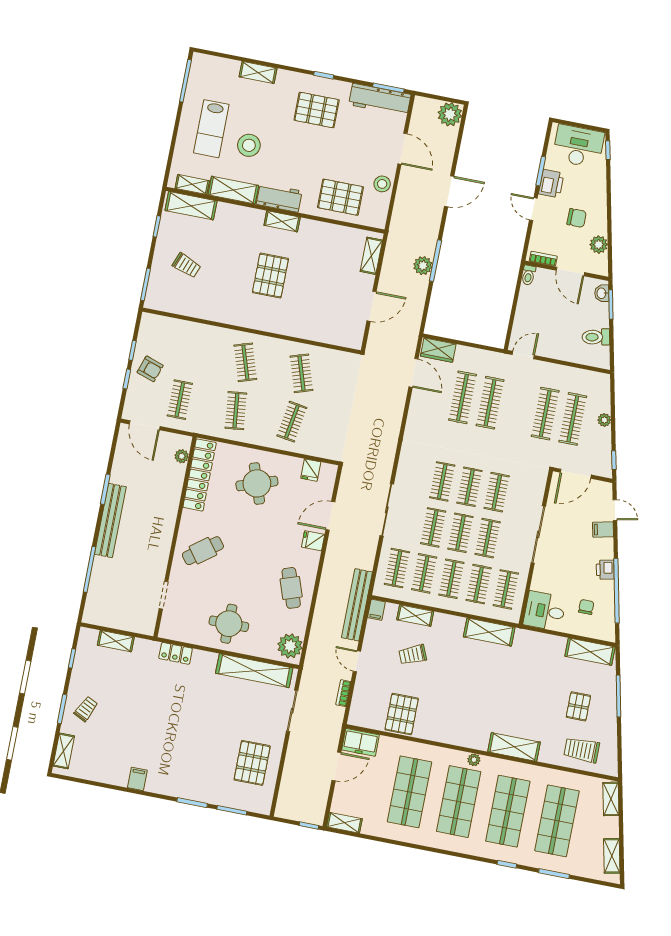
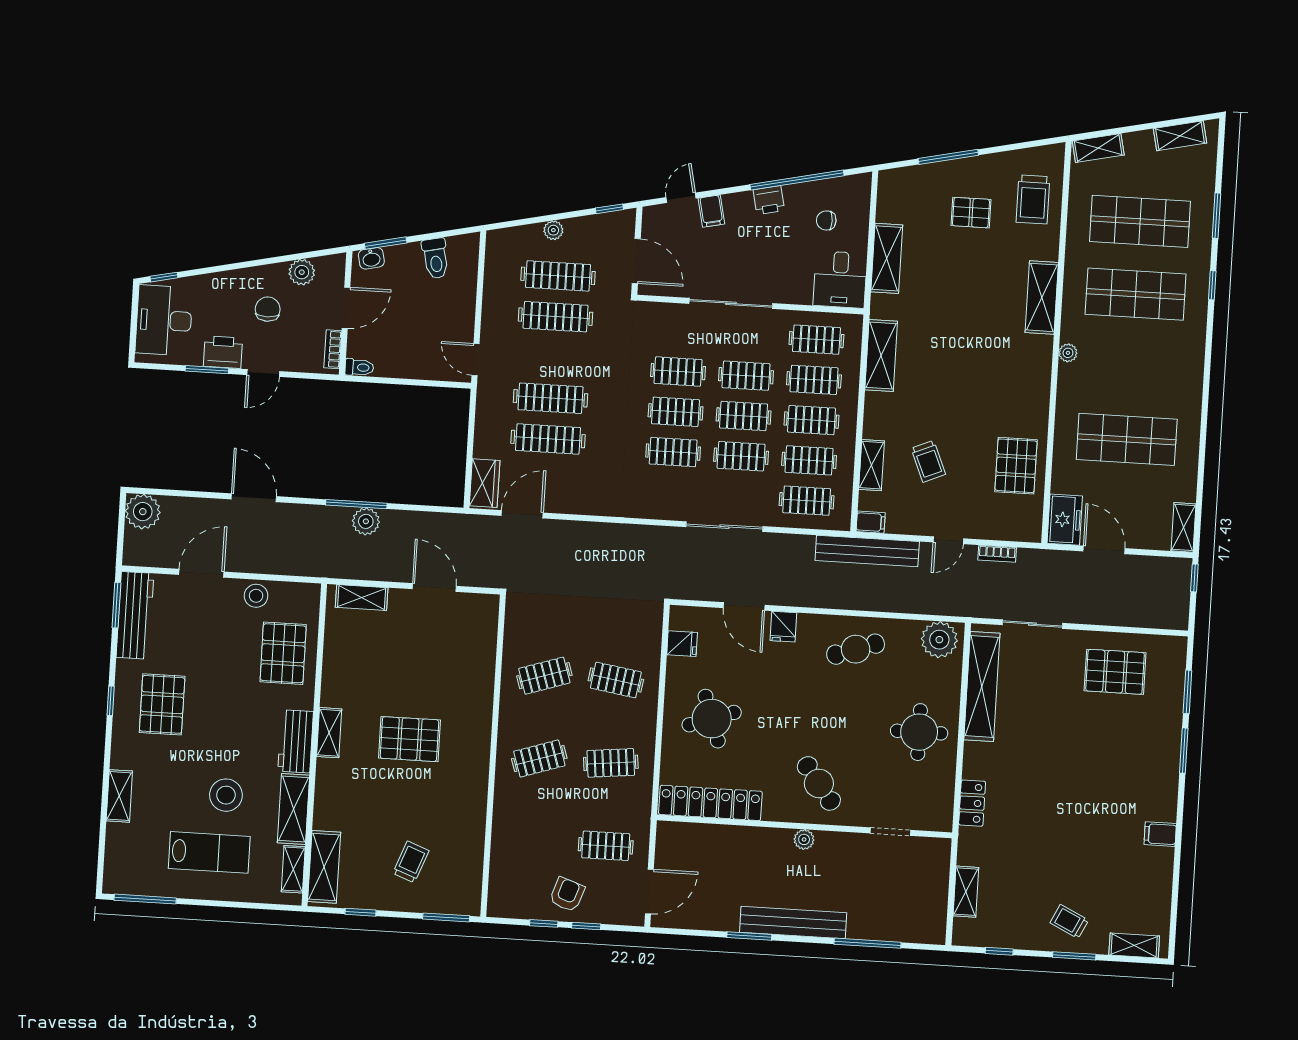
plant: (182, 456) -> (804, 839), moved
shelving: (590, 652) -> (887, 258), moved
pallet: (402, 714) -> (1016, 466), turned 90
shop shelf: (459, 802) -> (1131, 367), removed

